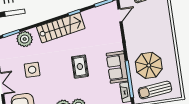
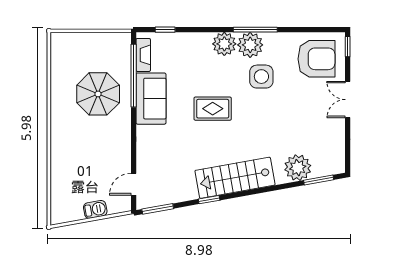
rug: (80, 67) -> (213, 109), turned 90
side table: (32, 70) -> (261, 77), moved
sun lounger: (155, 90) -> (94, 52), removed

